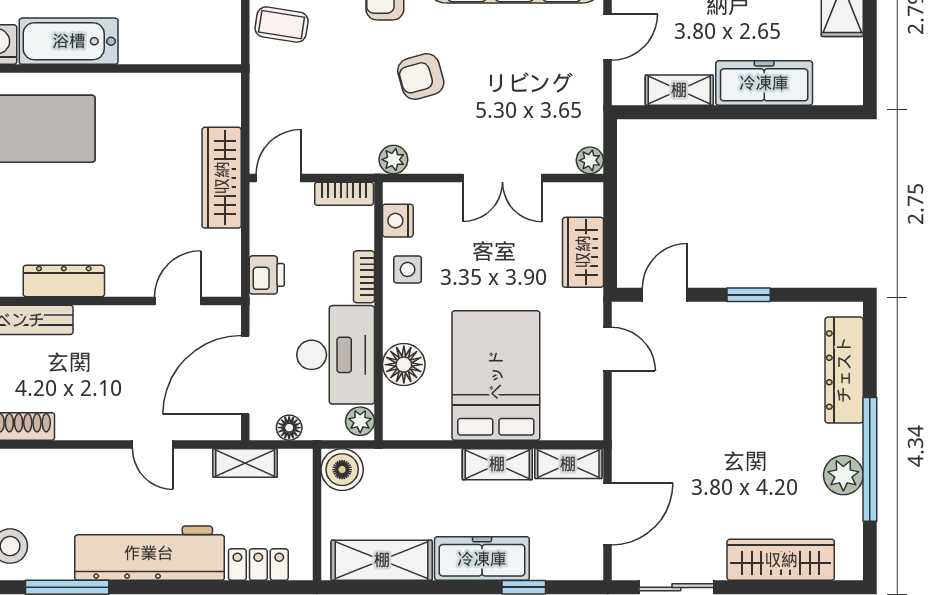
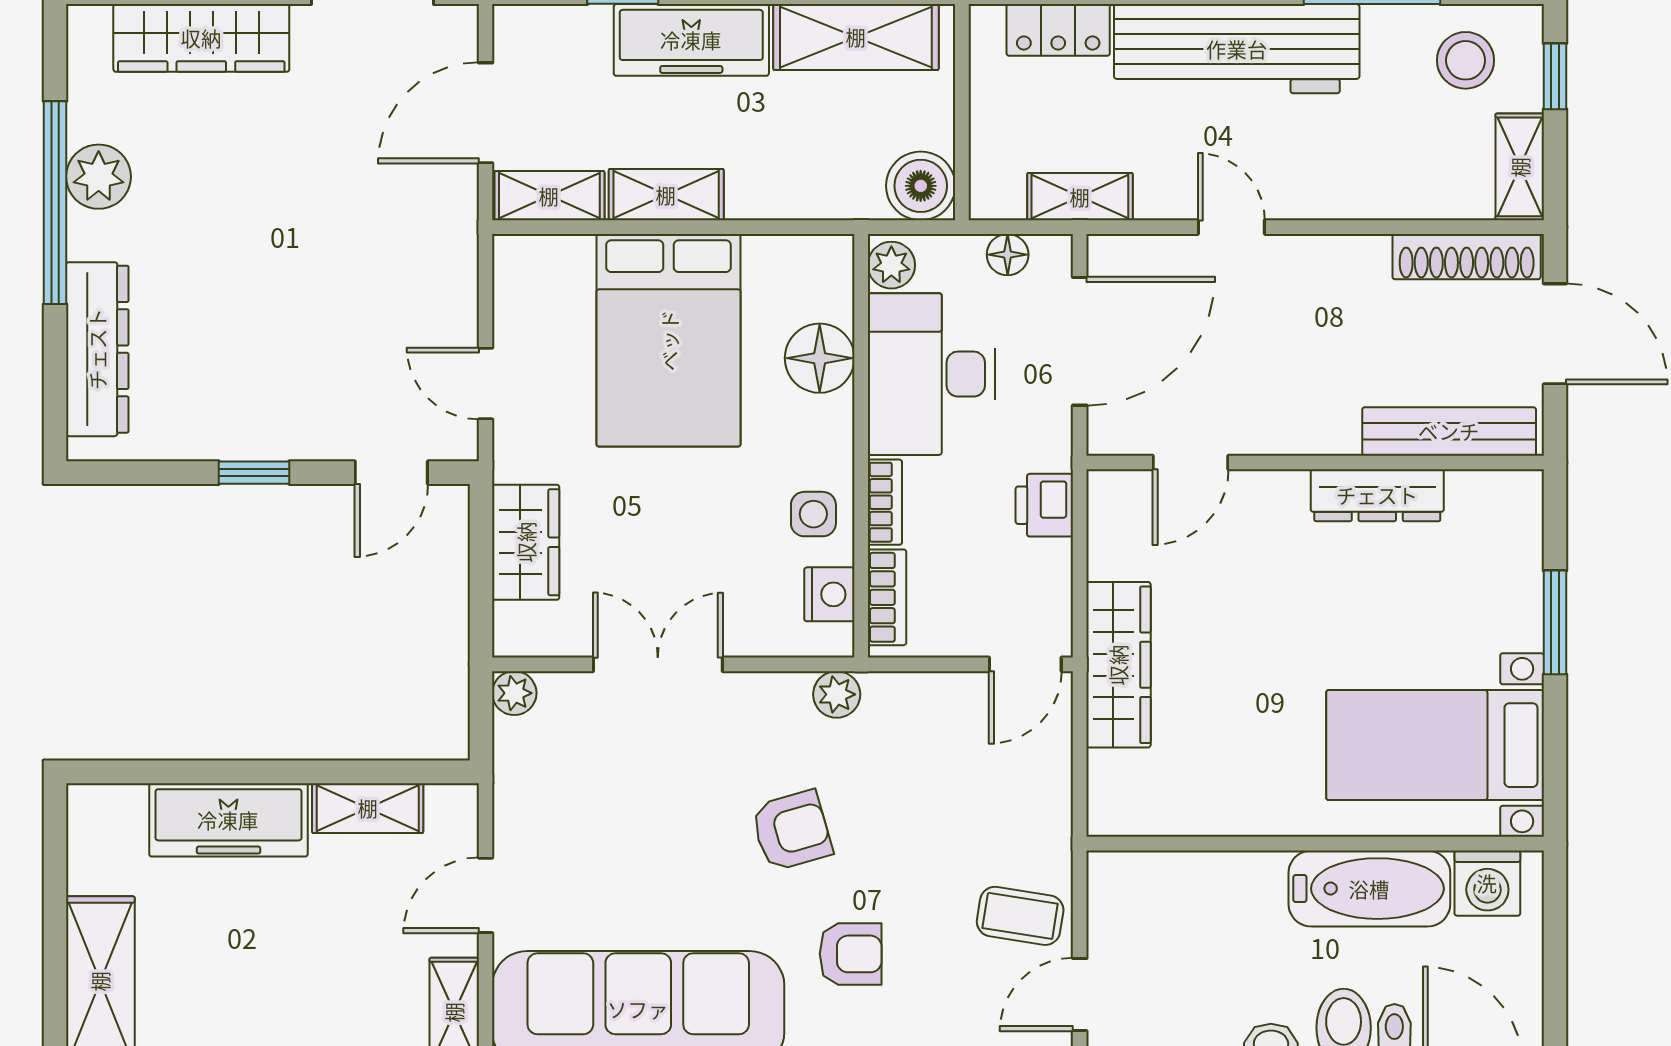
bookcase: (344, 194) -> (887, 597), moved, turned 90

